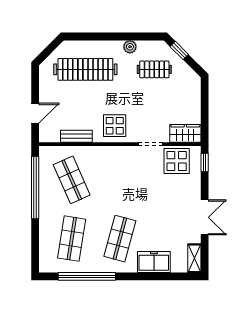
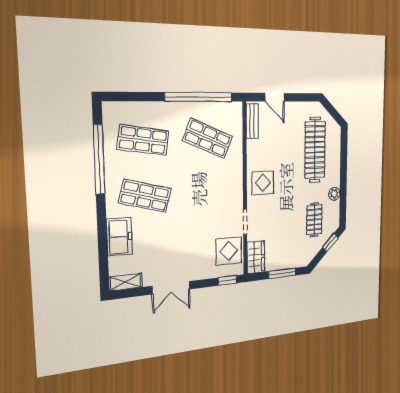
window: (205, 105) -> (282, 273), added
bench: (76, 136) -> (252, 121), moved
shop shelf: (72, 180) -> (208, 138), turned 48

